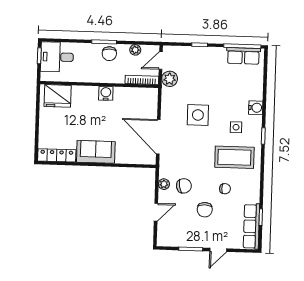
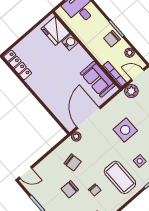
water cooler: (106, 93) -> (70, 42), moved
sofa: (96, 152) -> (98, 79), moved, turned 180
plant: (164, 184) -> (76, 137), moved
door: (156, 212) -> (25, 173), moved

